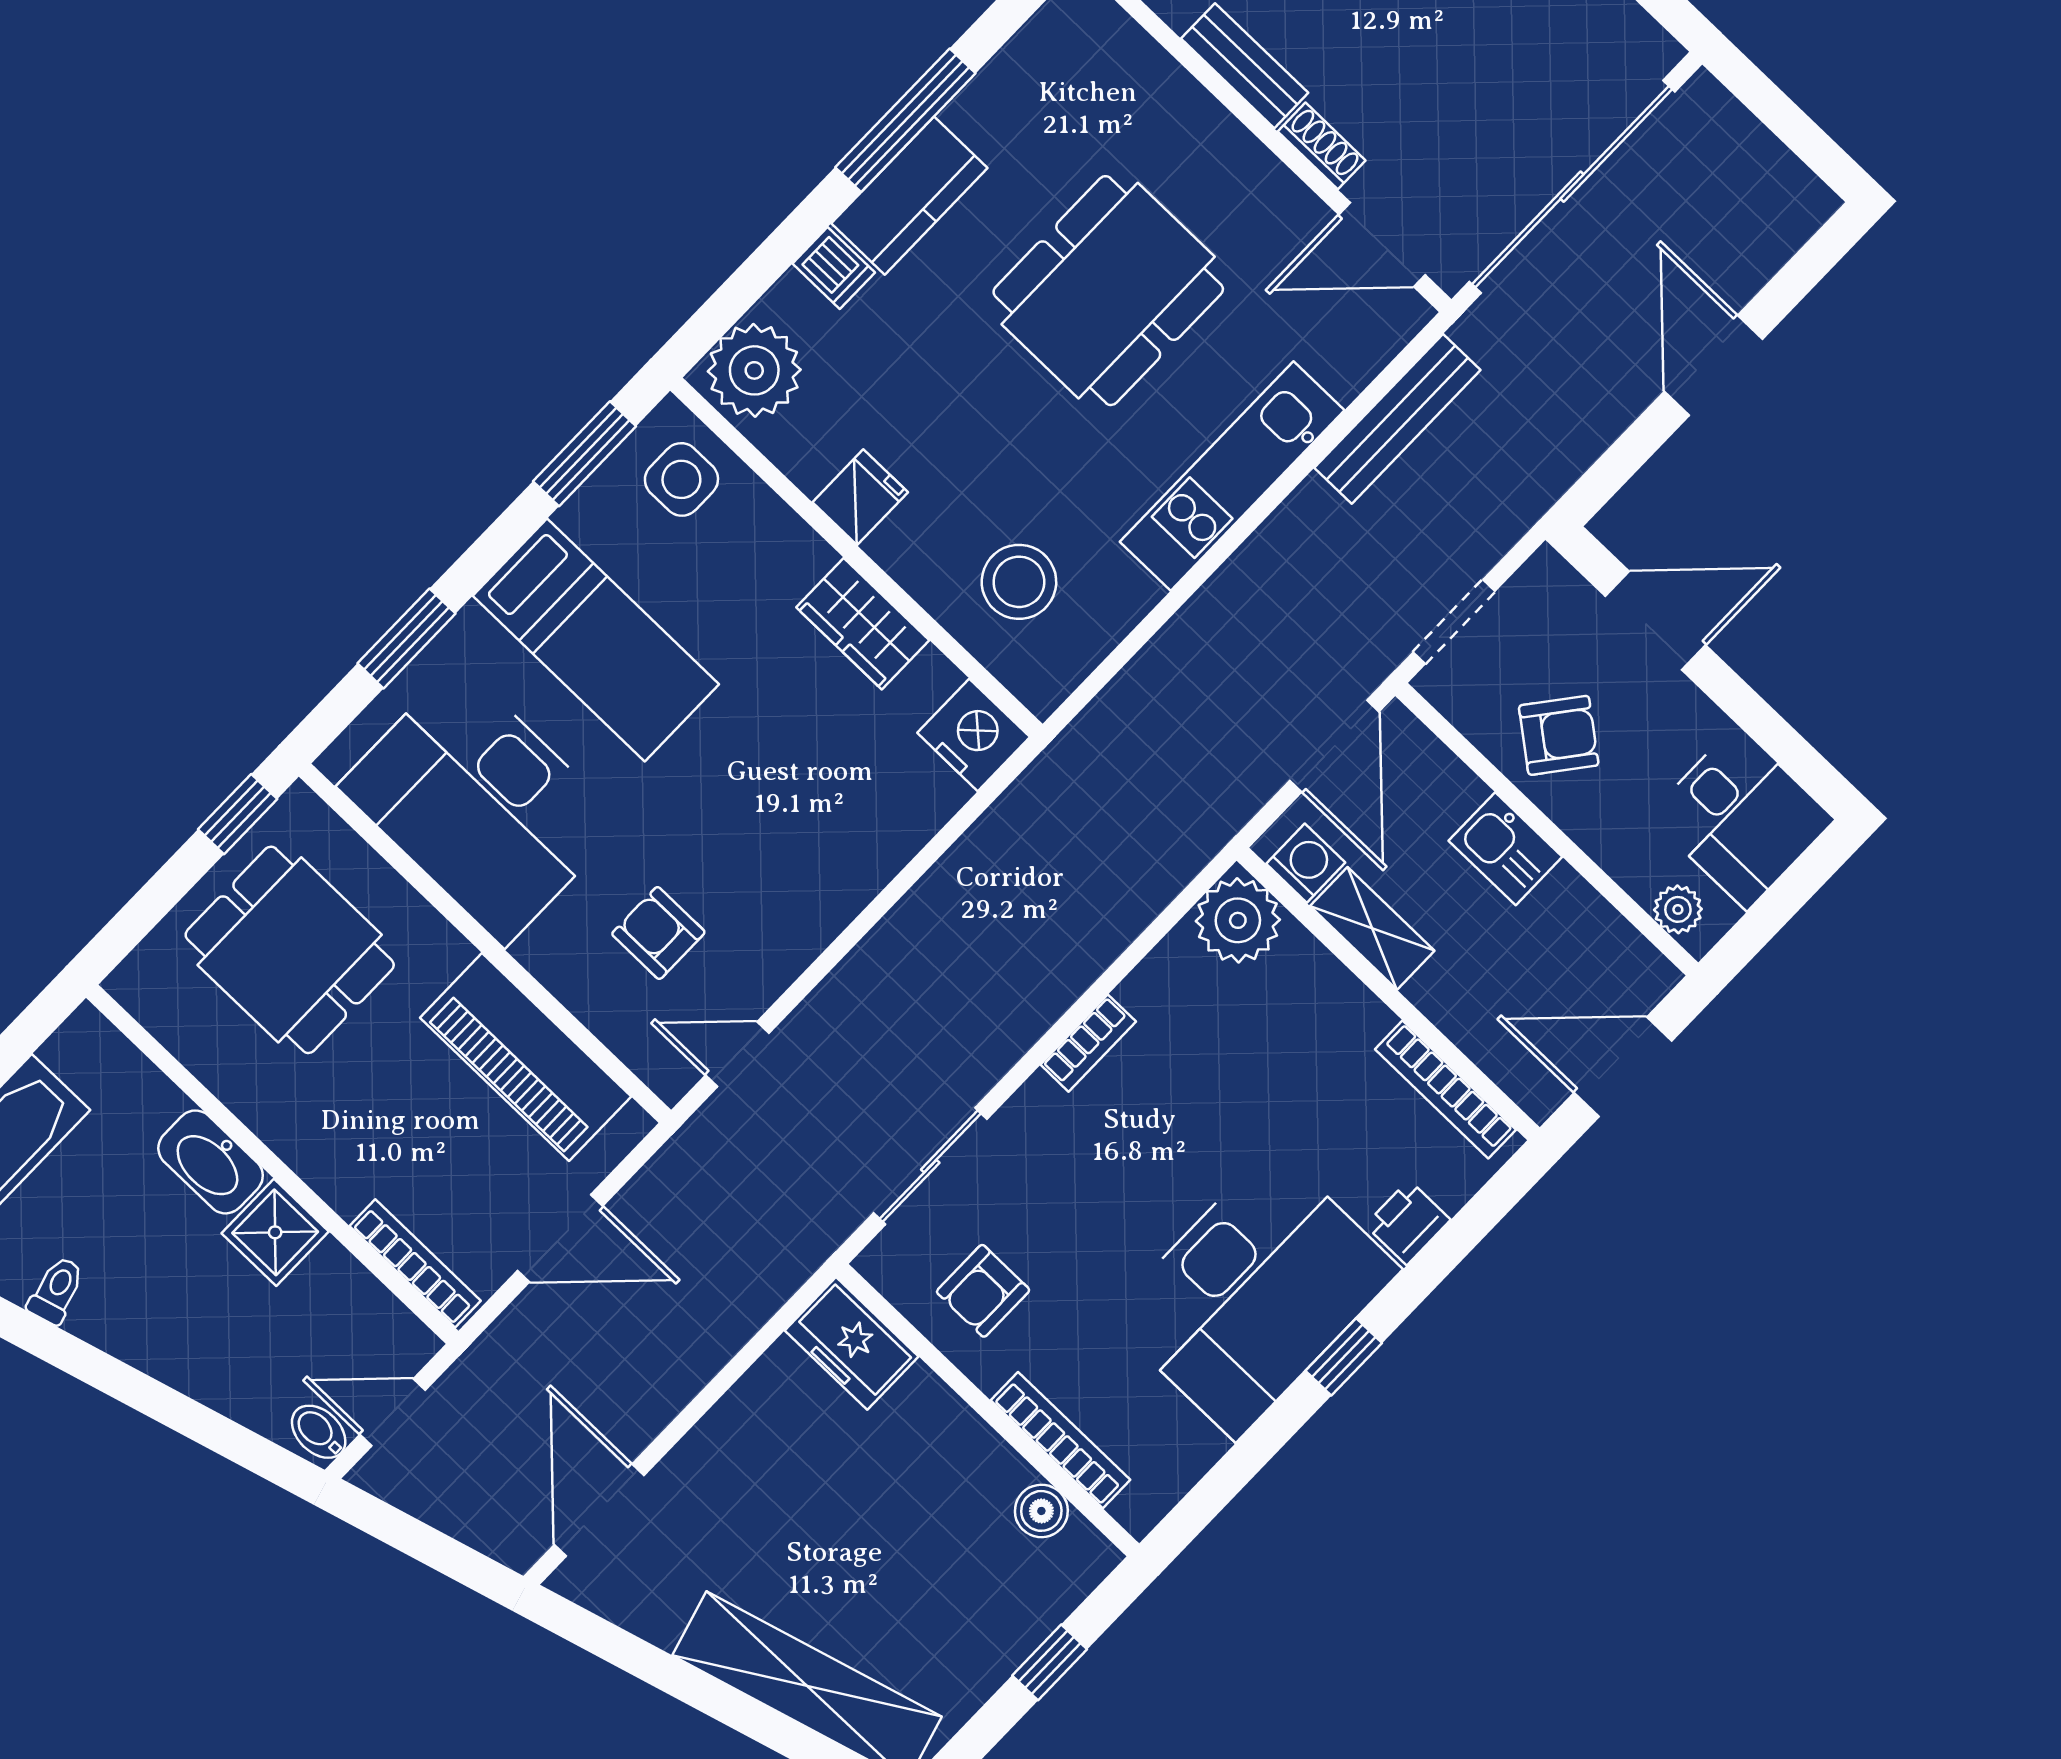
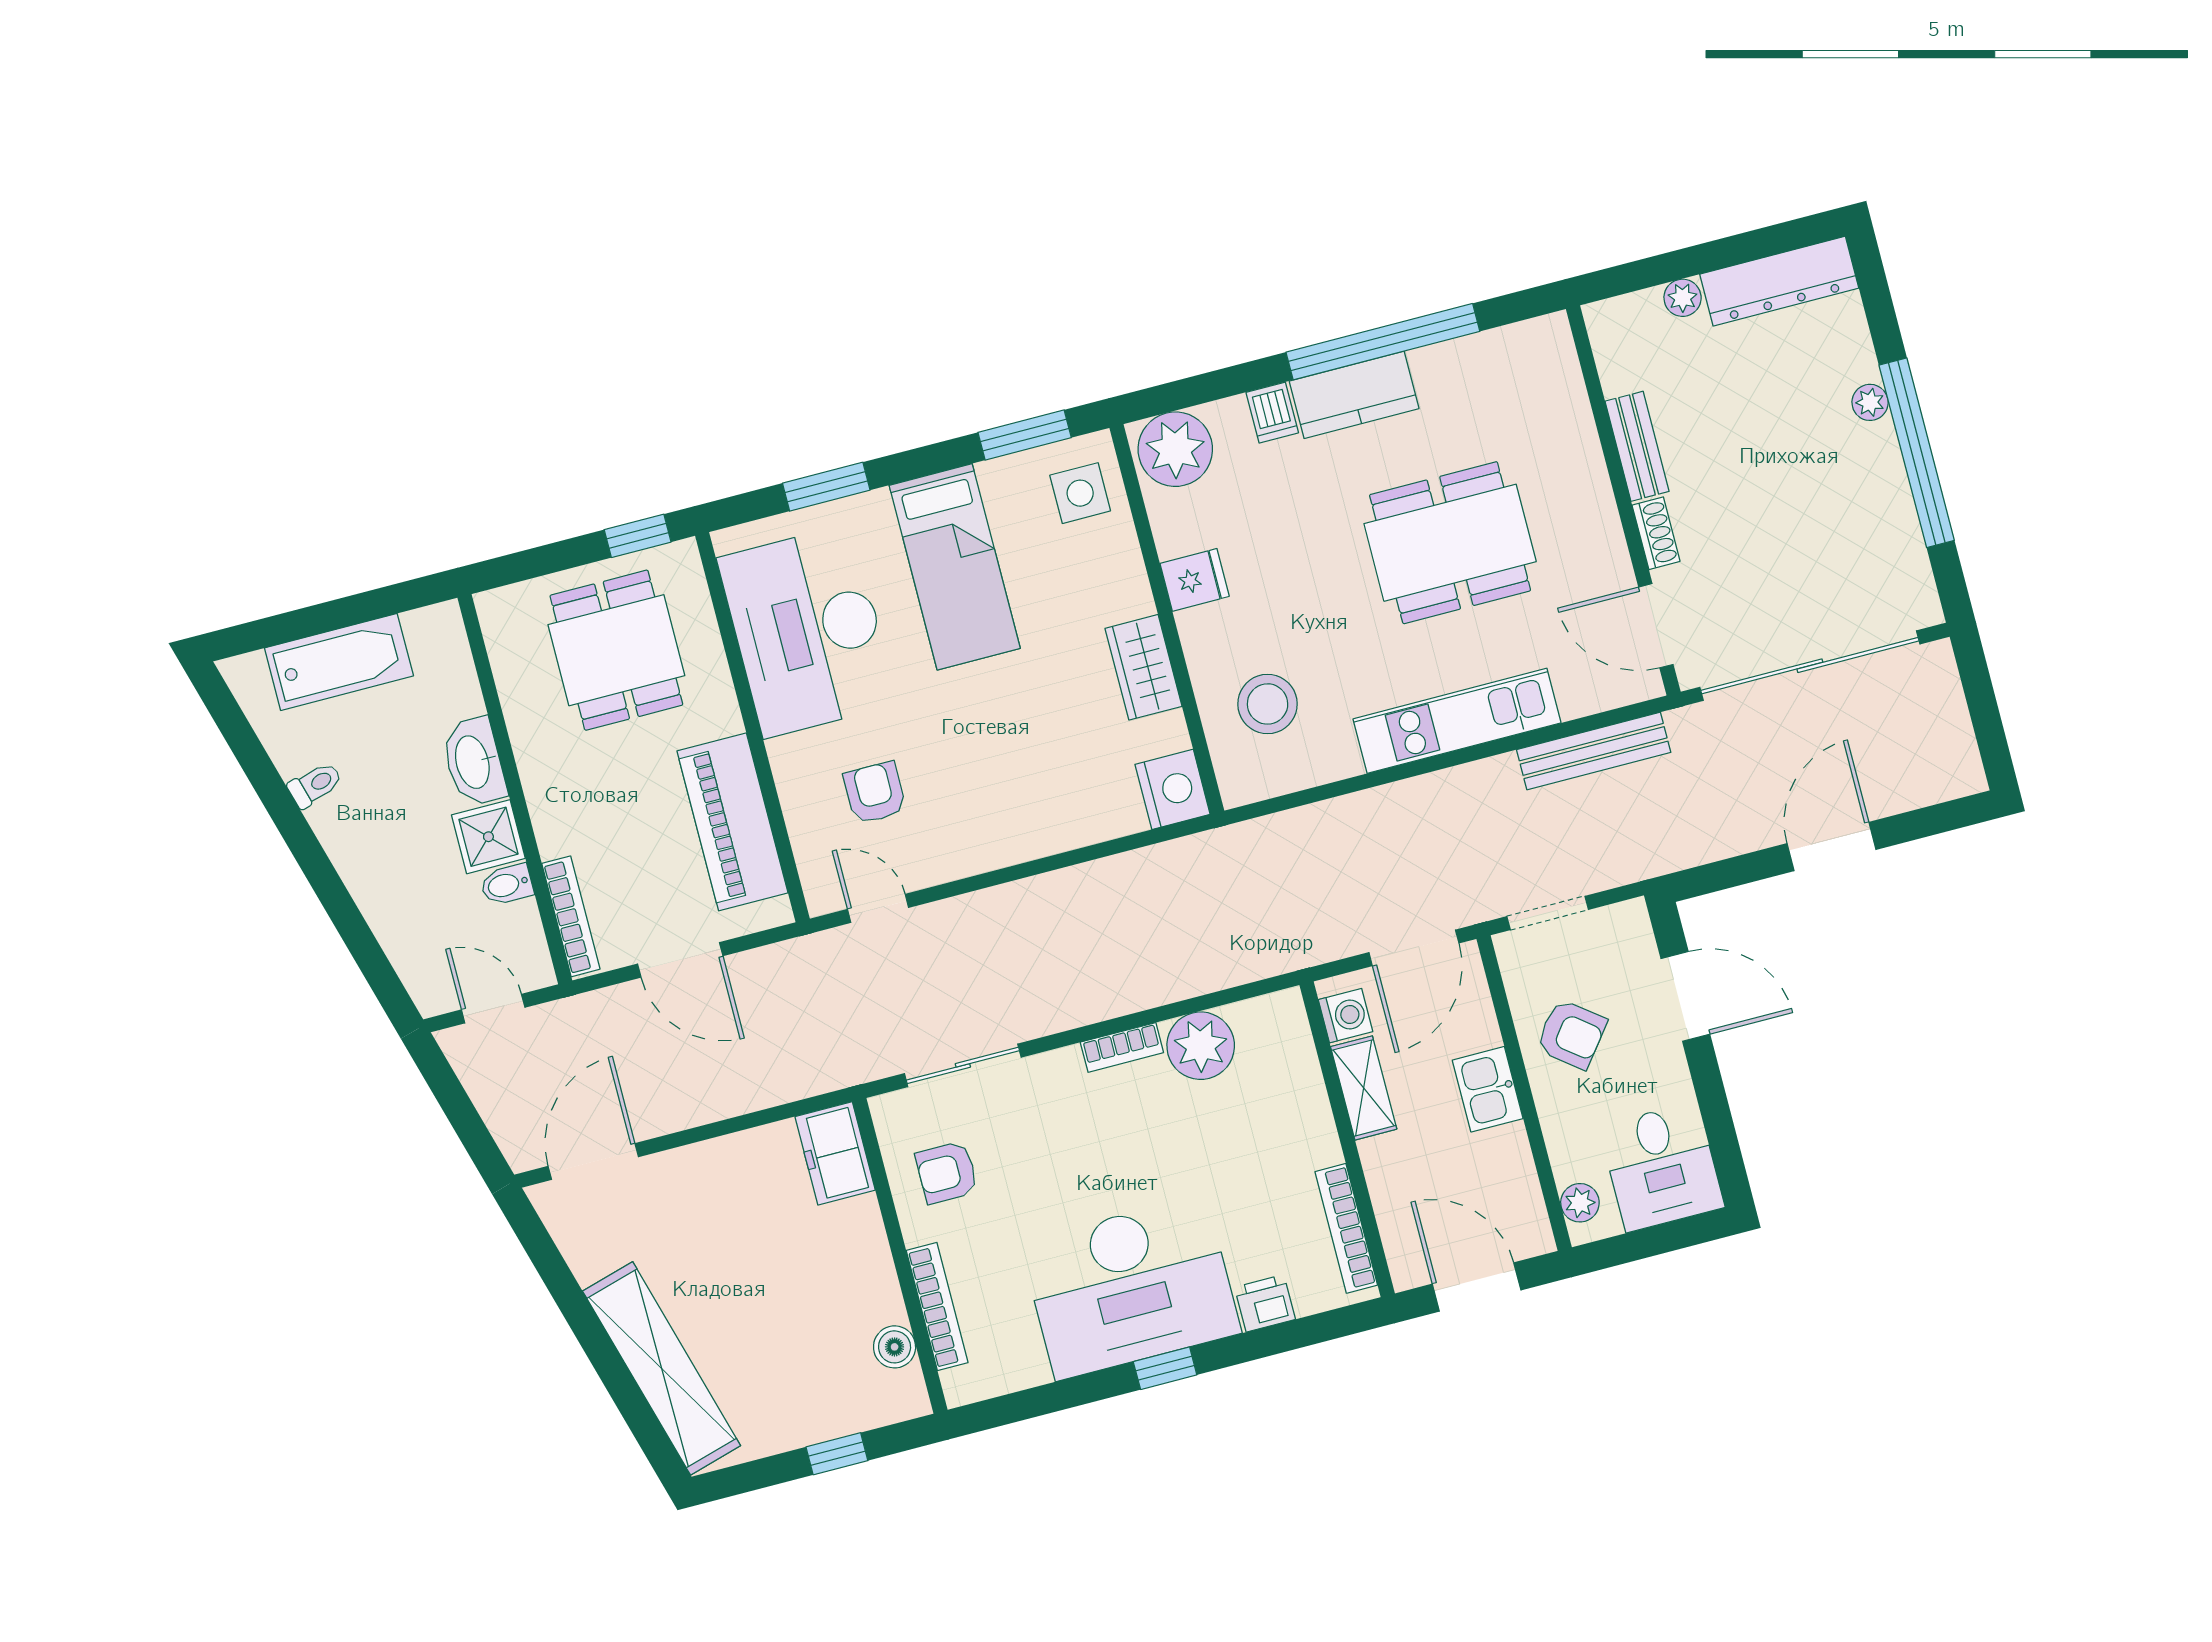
window: (905, 120) -> (1383, 342), width x1.46
plant: (1238, 920) -> (1201, 1046), moved
bidet: (319, 1432) -> (507, 885), moved, turned -90

